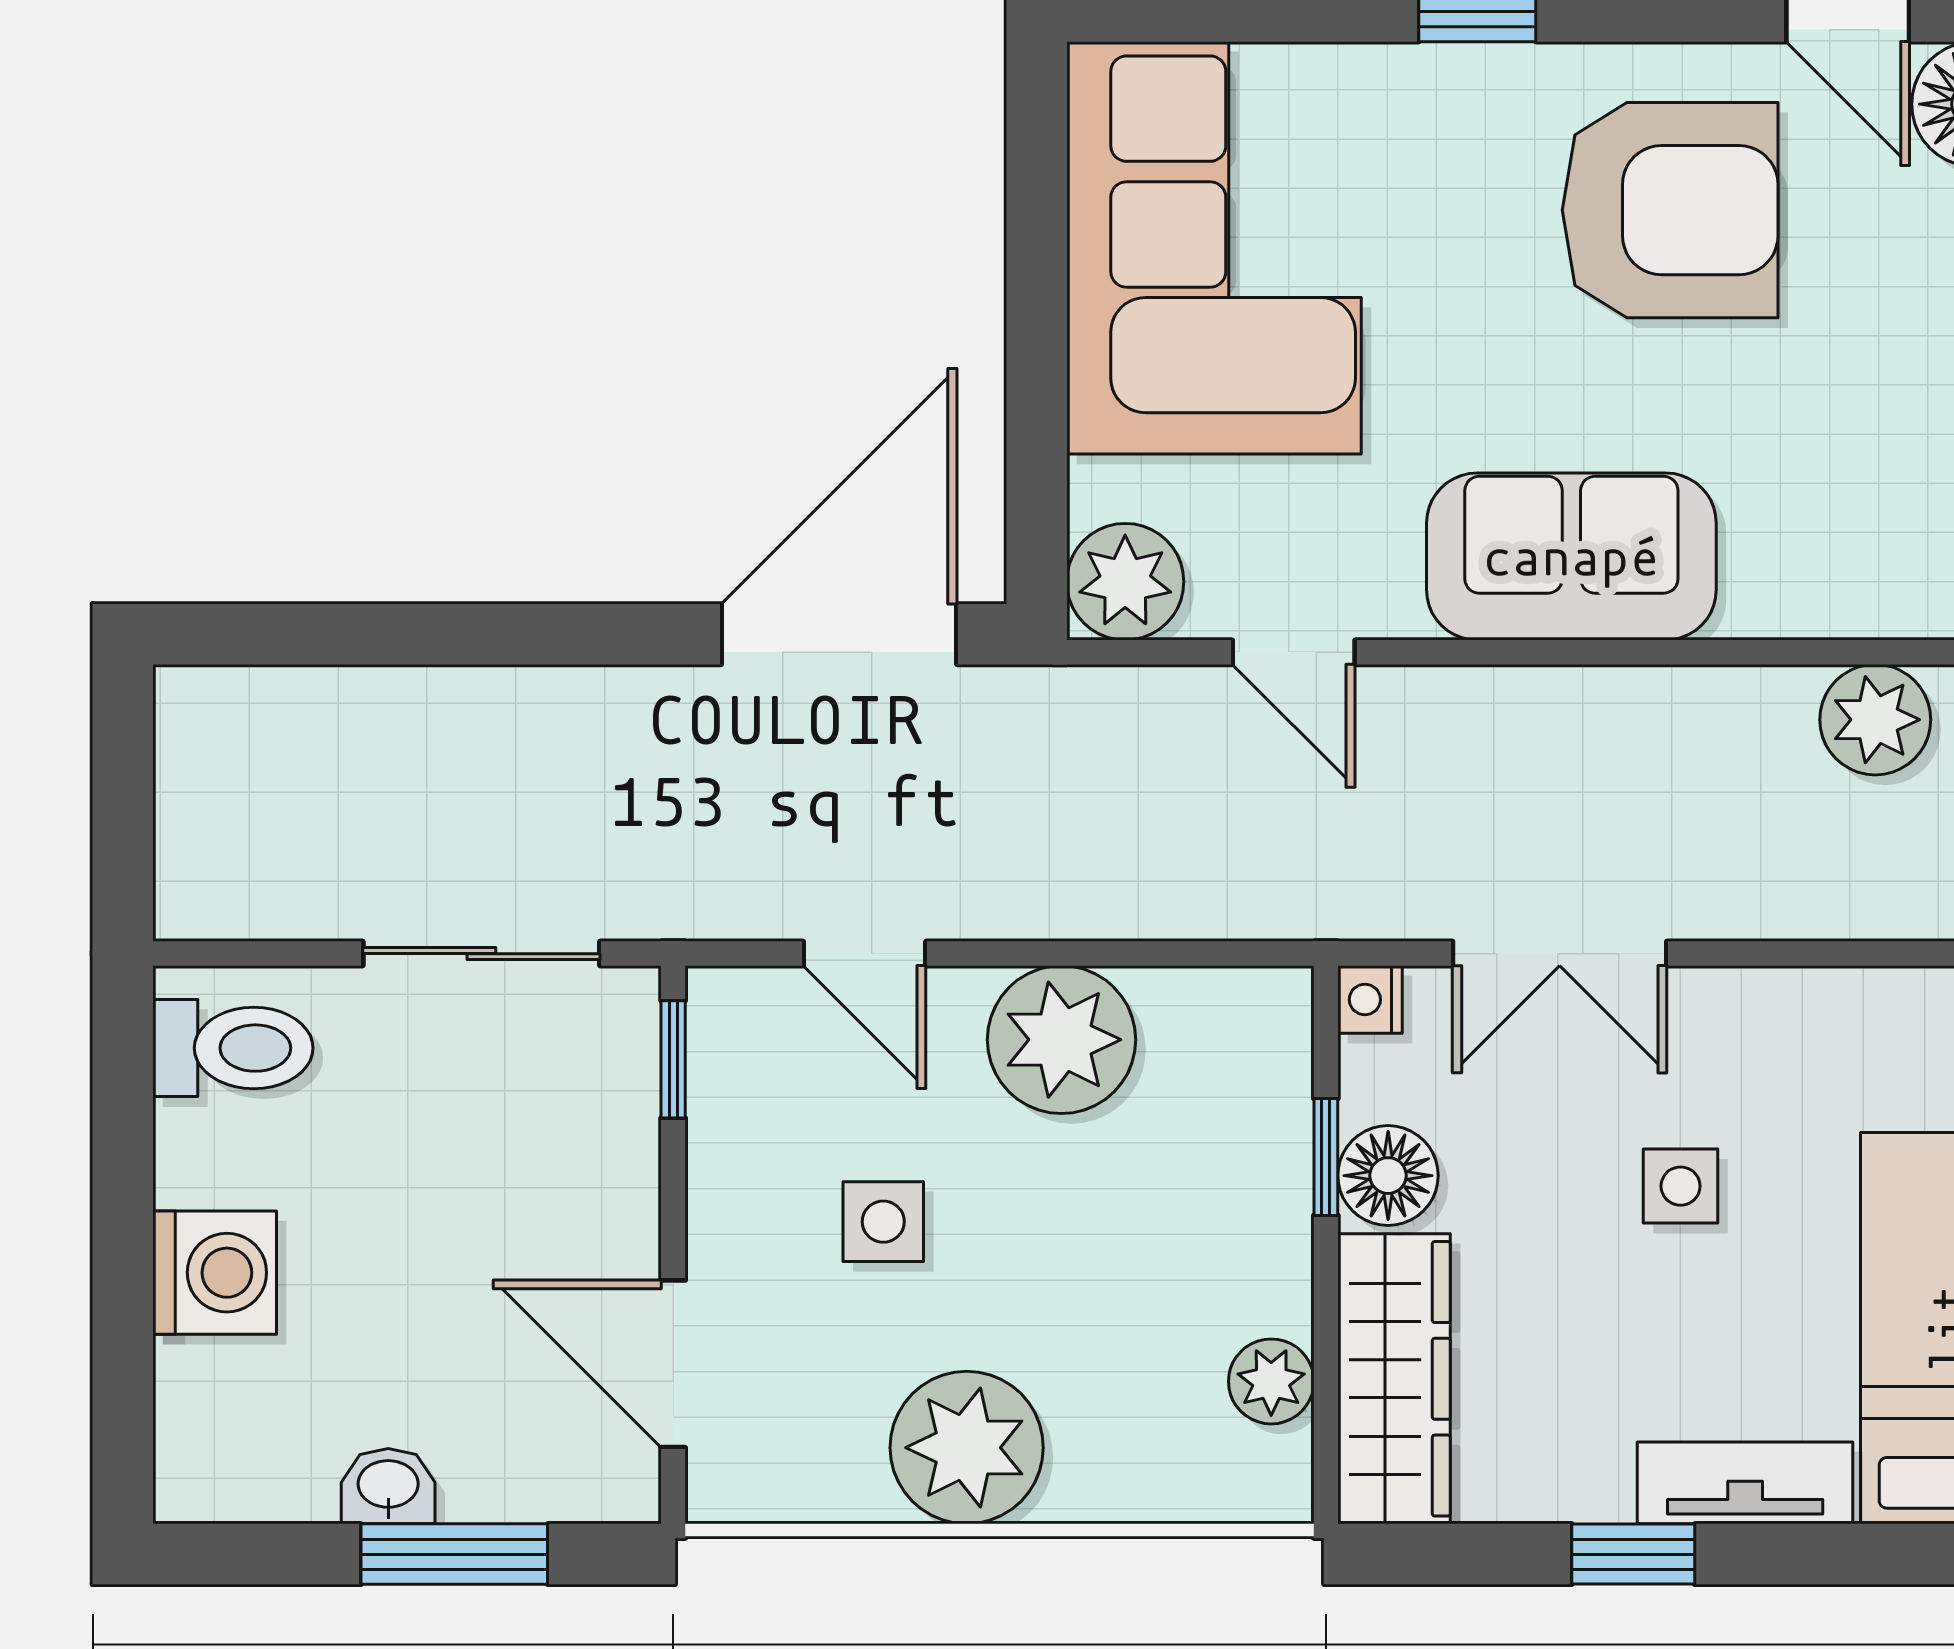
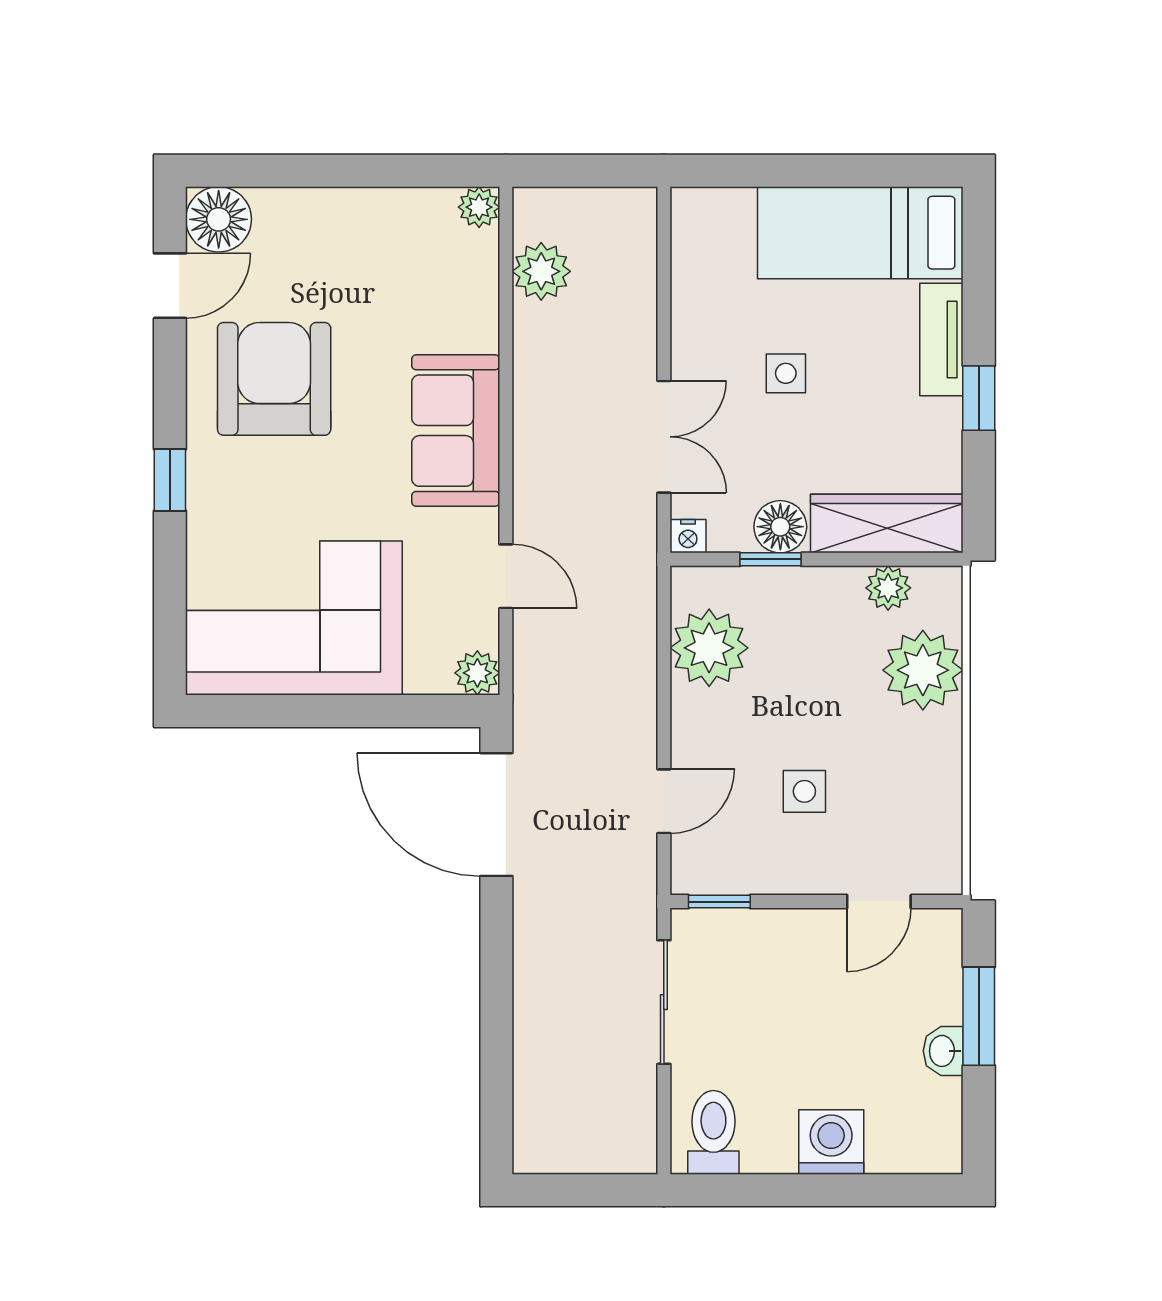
plant: (1125, 582) -> (477, 673), width x0.73, depth x0.73
door: (1294, 652) -> (506, 576), hinge flipped
plant: (1062, 1040) -> (709, 648), moved
door: (673, 1364) -> (879, 902), width x0.73
plant: (967, 1448) -> (923, 670), moved

